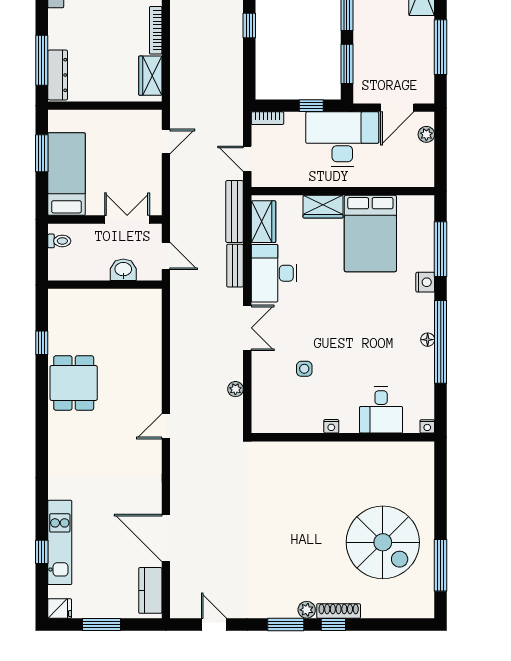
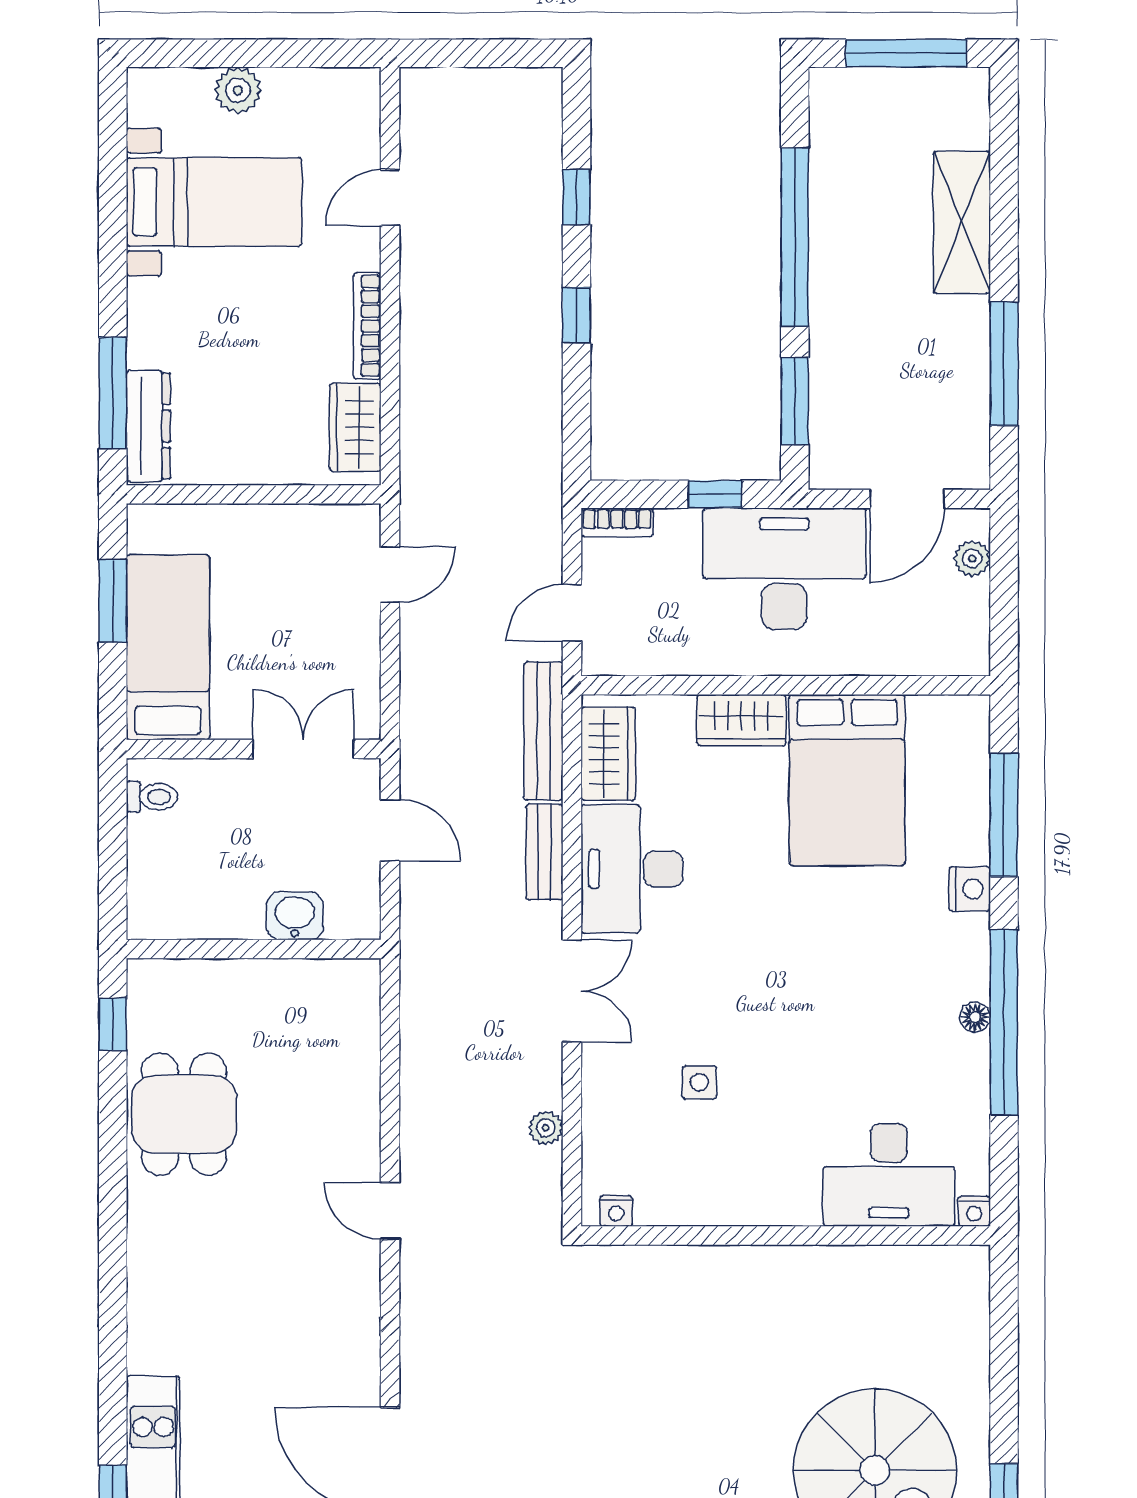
door: (247, 159) -> (572, 613), hinge flipped
washbasin: (123, 270) -> (295, 916), moved
wall: (105, 285) -> (254, 949), moved
desk: (381, 410) -> (889, 1175), width x1.37
door: (166, 426) -> (390, 1211), hinge flipped
nightstand: (331, 426) -> (616, 1211), moved

